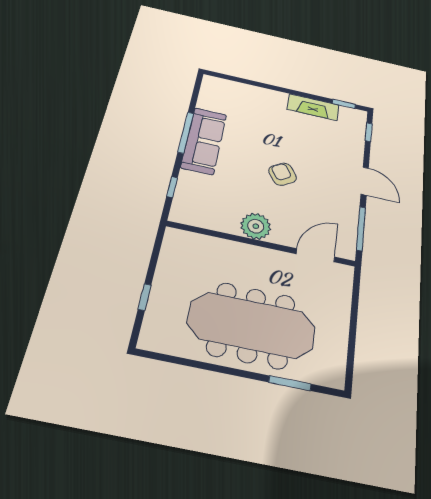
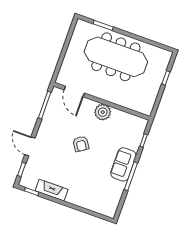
sofa: (204, 141) -> (123, 164), width x0.73
door: (365, 181) -> (30, 146), moved
door: (315, 255) -> (74, 91), hinge flipped

